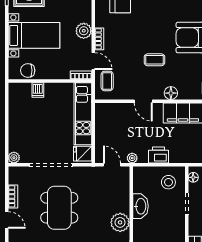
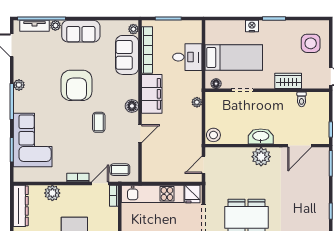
plant: (84, 31) -> (52, 193), moved
printer: (159, 155) -> (194, 118), removed
plant: (132, 158) -> (197, 102), moved
stool: (168, 182) -> (213, 135), moved
washbasin: (140, 206) -> (261, 136), moved

